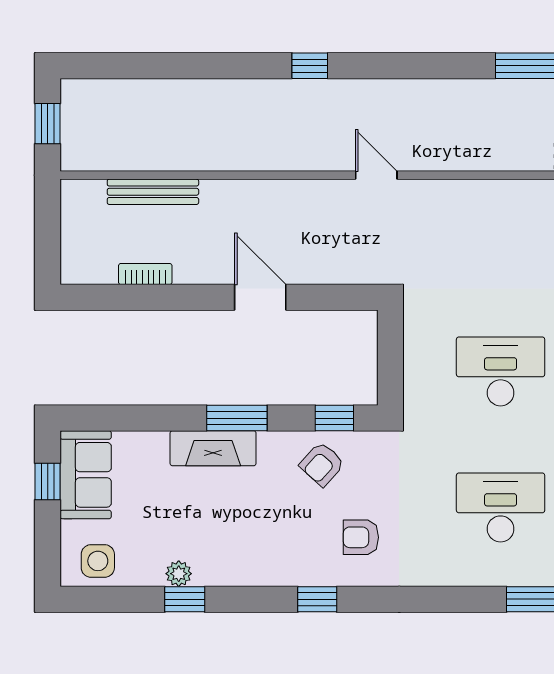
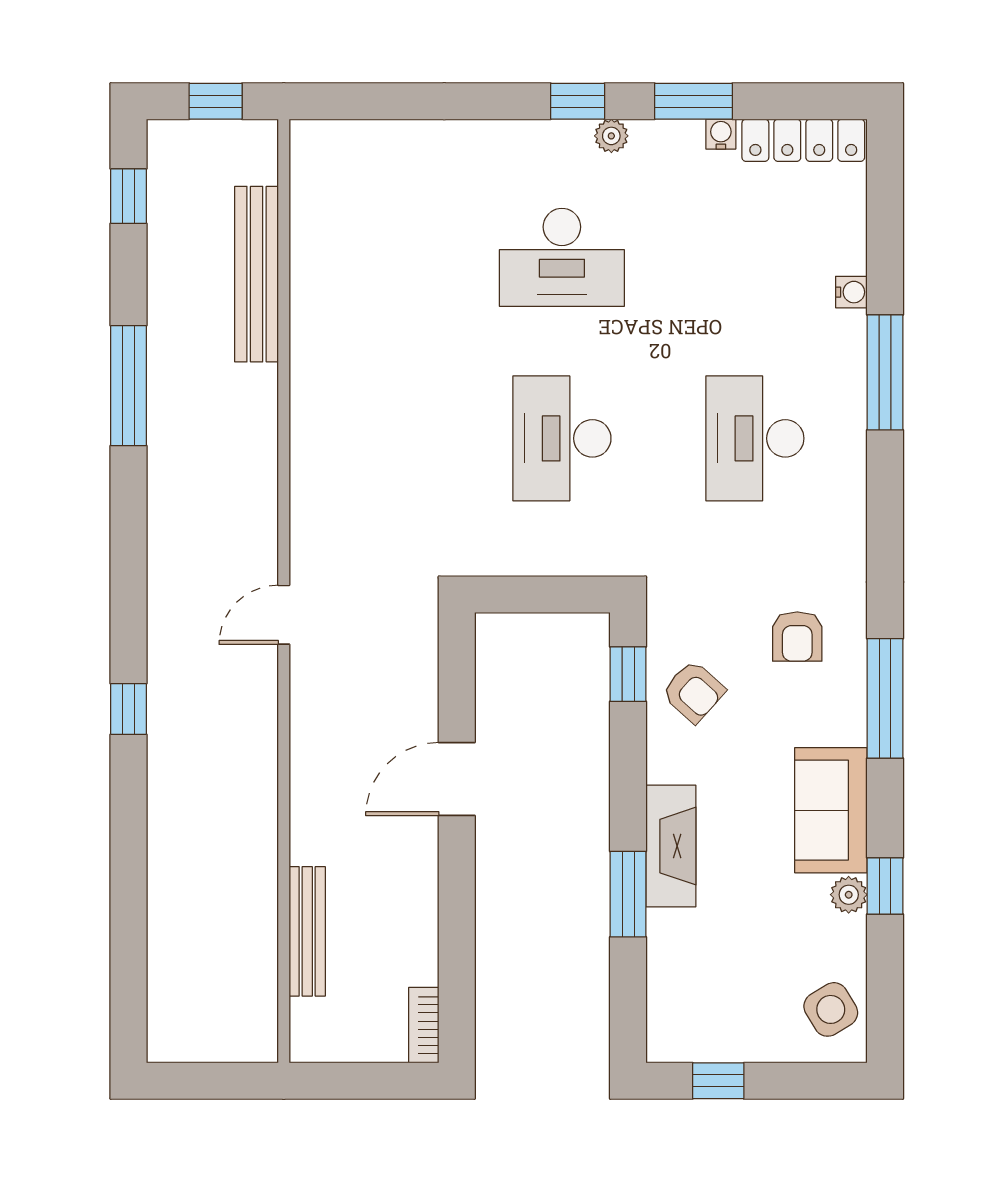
window: (48, 124) -> (211, 1081), removed
bookcase: (145, 274) -> (424, 1025), moved
window: (237, 418) -> (628, 894), moved
sofa: (86, 475) -> (831, 810), moved, turned -90
side table: (98, 561) -> (831, 1009), turned -31
window: (317, 599) -> (885, 698), width x2.17

